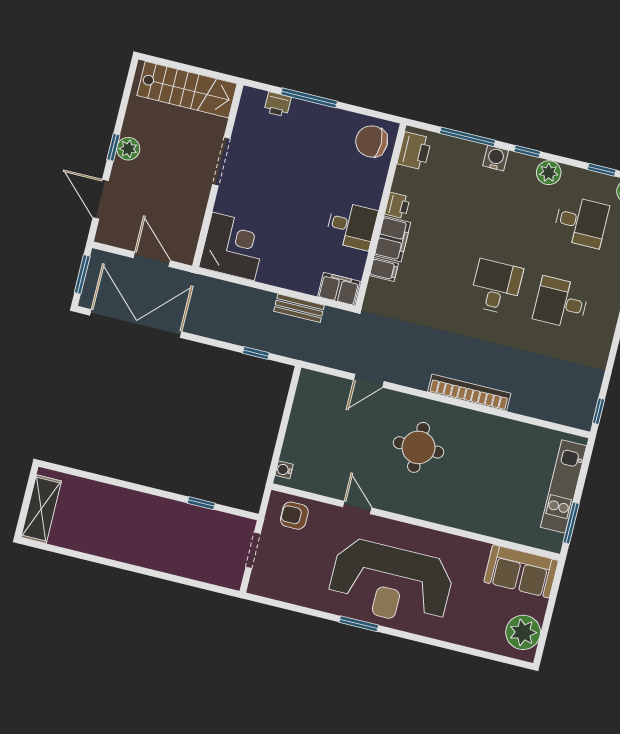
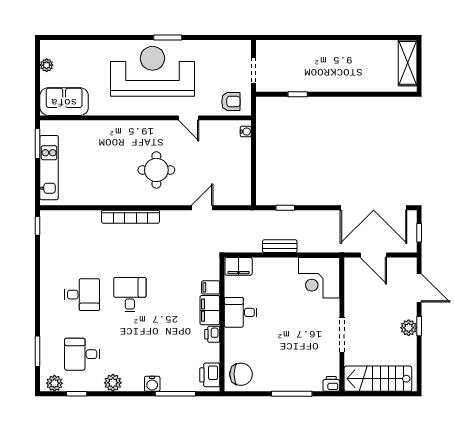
printer: (278, 104) -> (331, 384), moved
window: (527, 151) -> (131, 394), removed
window: (82, 274) -> (419, 233), width x0.67
desk: (496, 287) -> (130, 295), turned 180
bench: (299, 308) -> (280, 246), moved
plant: (523, 632) -> (47, 65), width x0.53, depth x0.53

